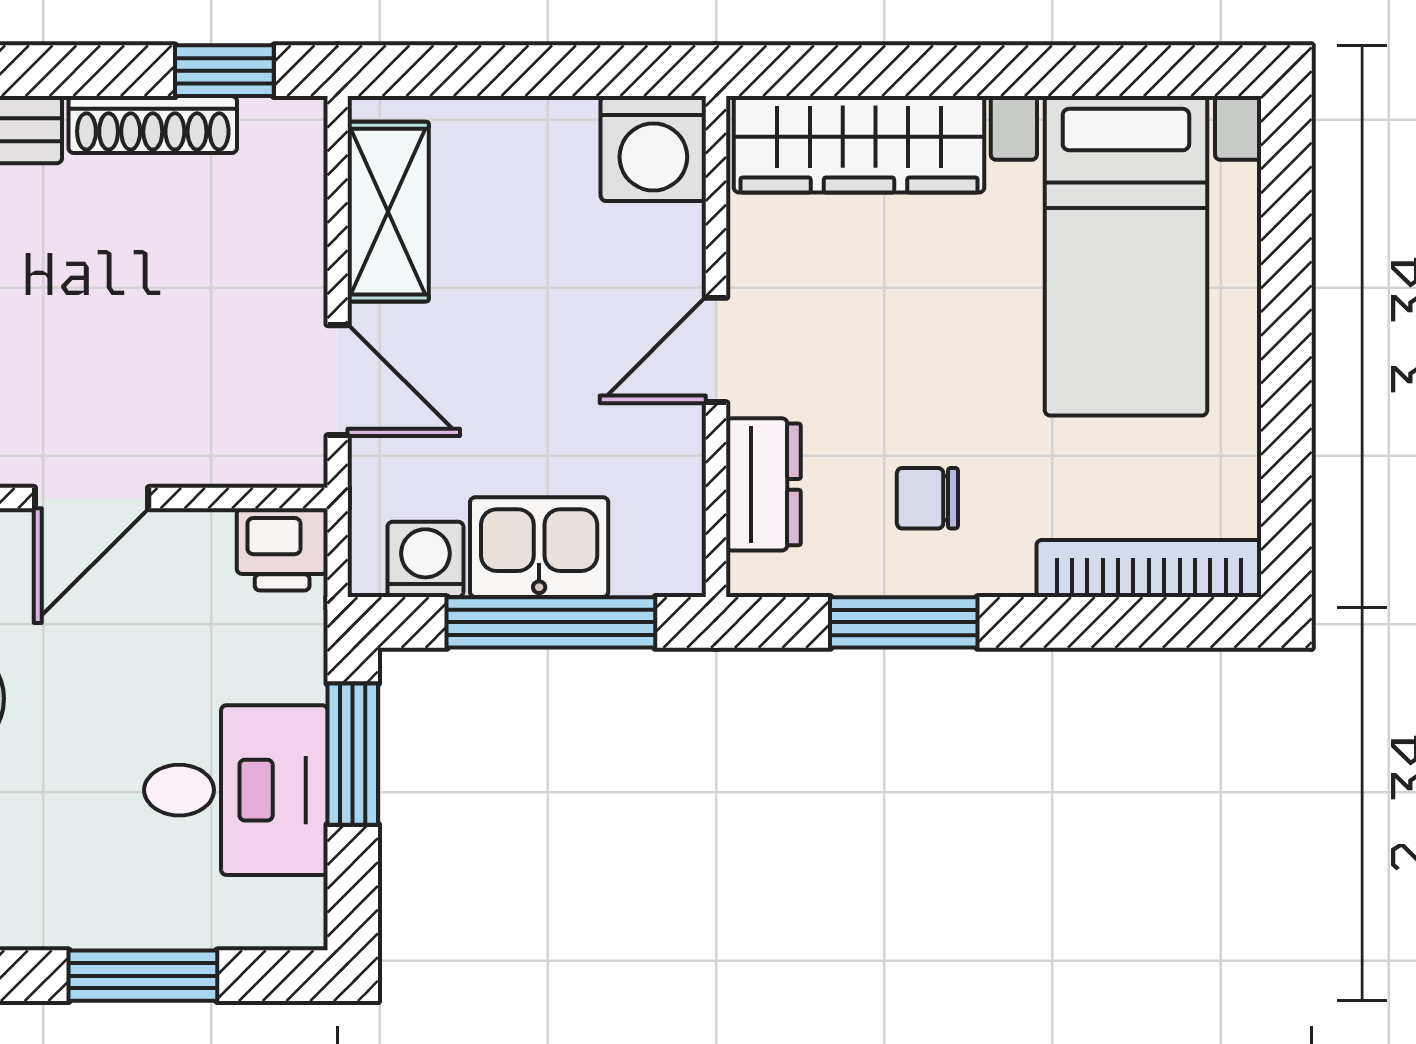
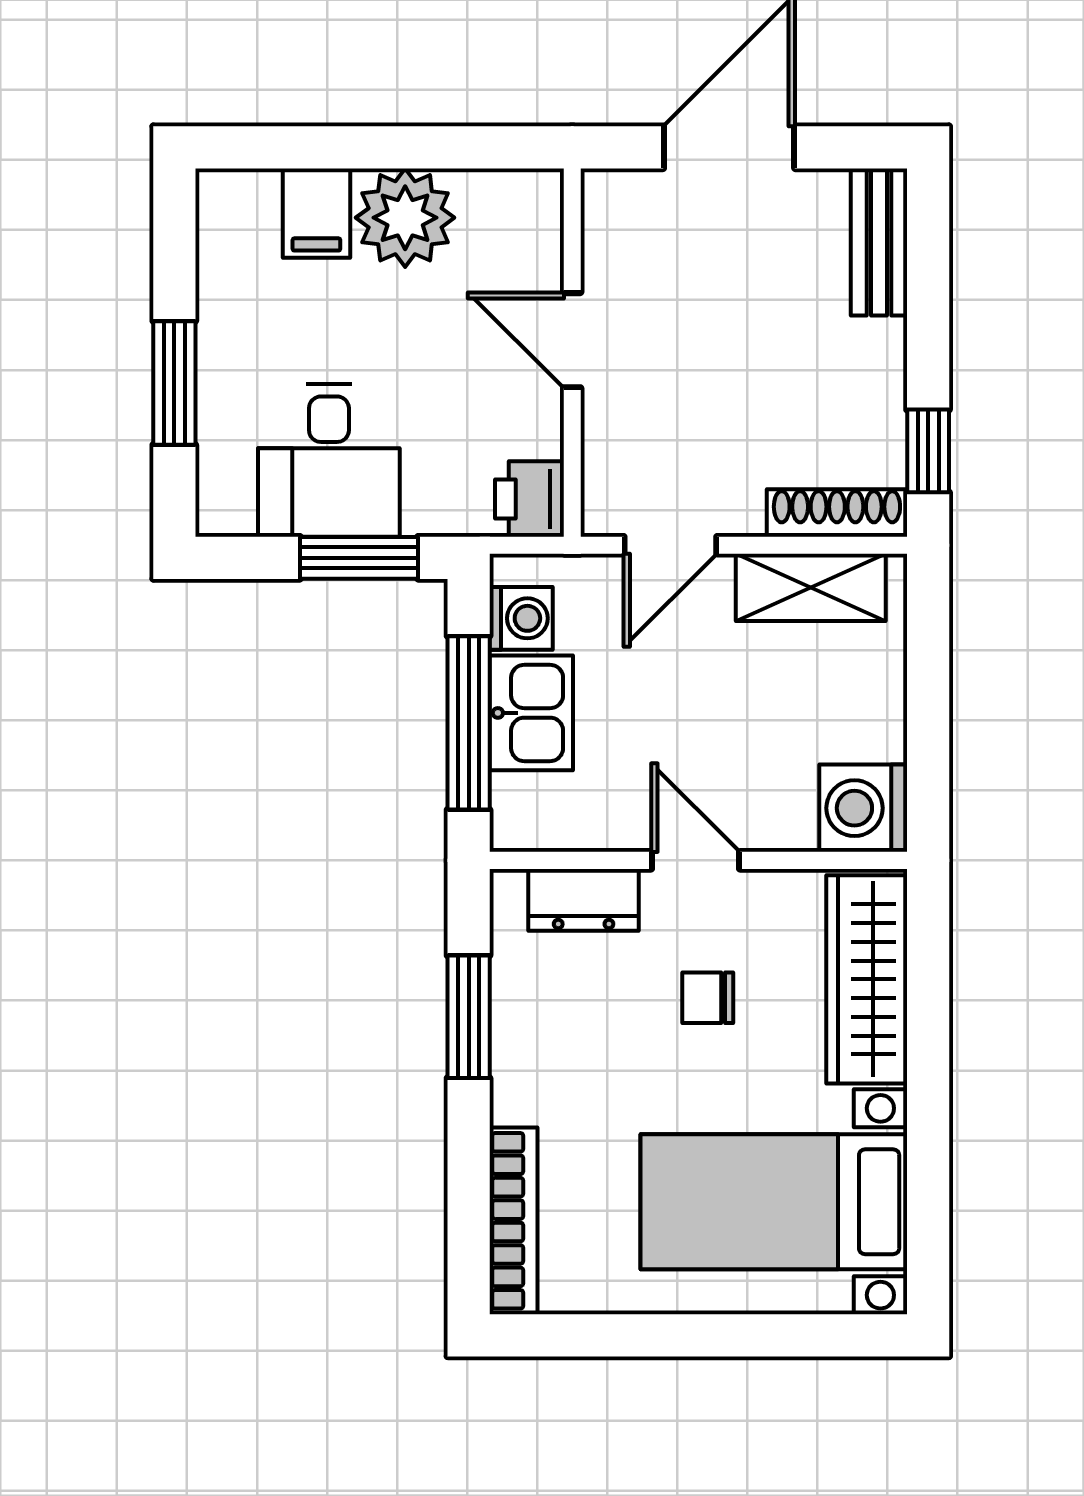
shoe rack: (153, 125) -> (837, 513), moved, turned 90
chair: (927, 498) -> (708, 998), moved, turned -90

